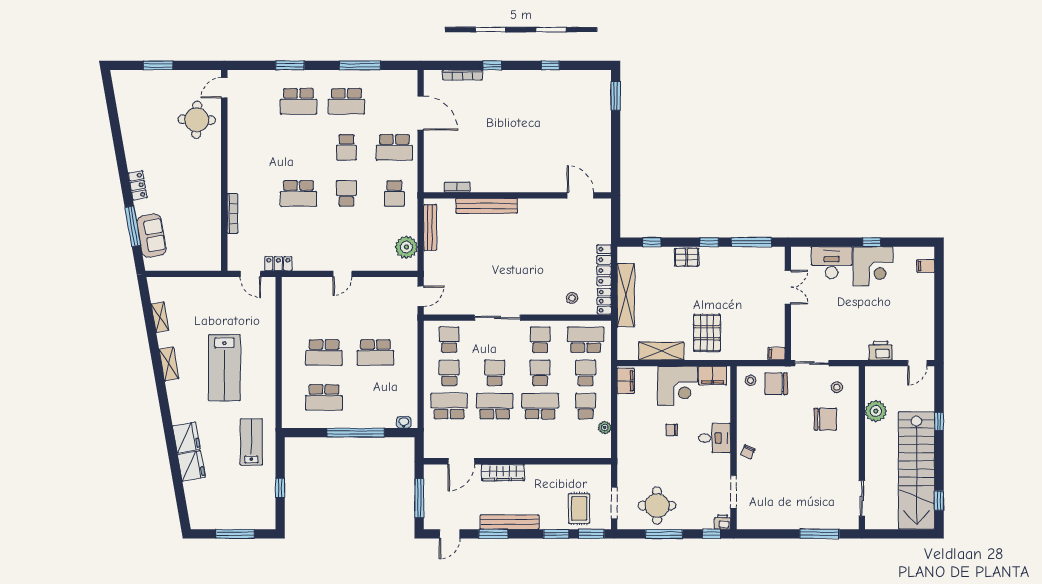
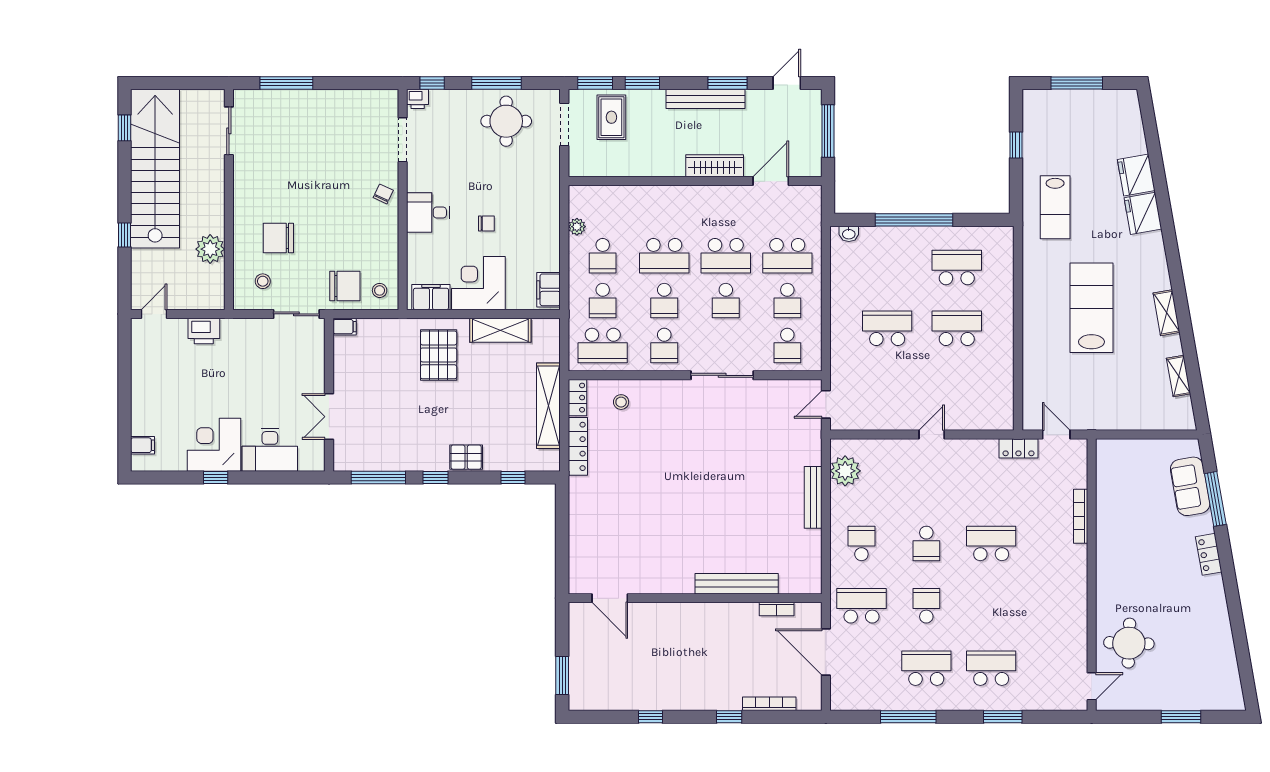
bookcase: (457, 187) -> (777, 609), moved
wall: (517, 195) -> (695, 598), moved
door: (580, 195) -> (610, 598), moved
bench: (487, 206) -> (737, 584), moved

